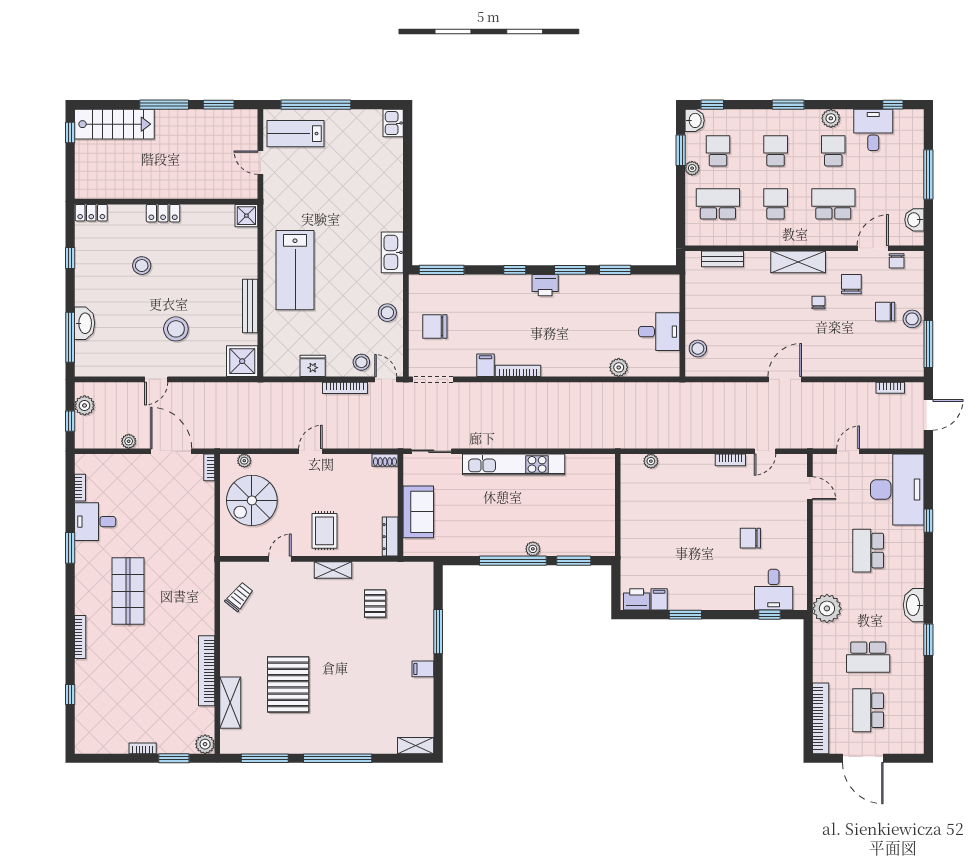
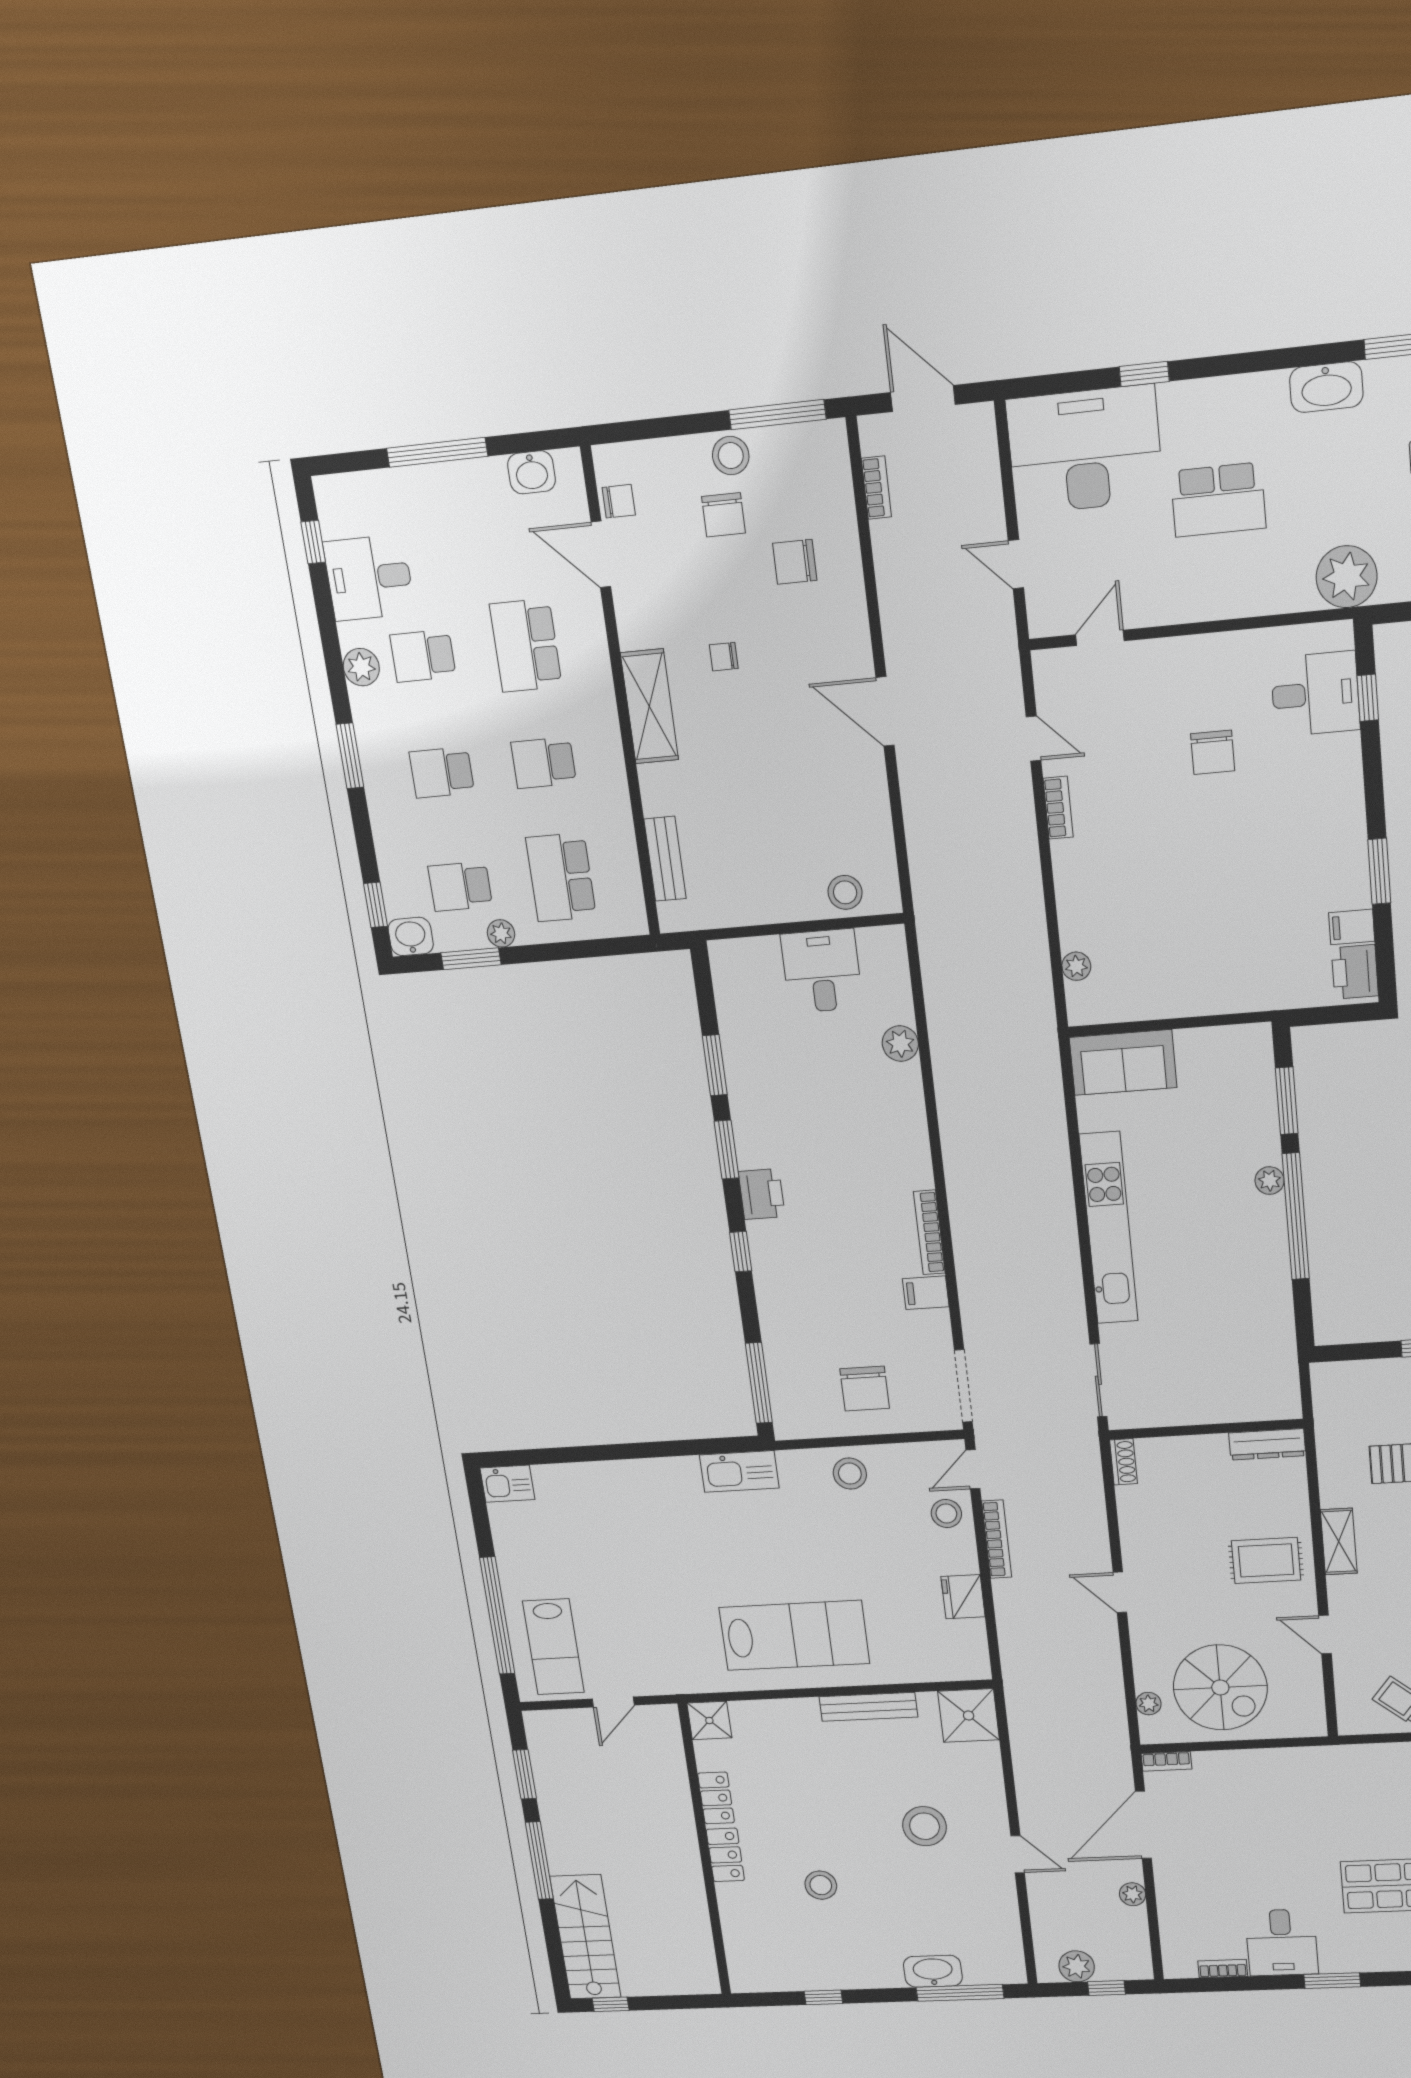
locker: (91, 213) -> (716, 1798), moved
chair: (851, 284) -> (795, 562), moved
sofa: (418, 512) -> (1123, 1062), moved, turned 180

